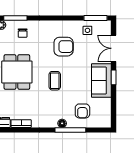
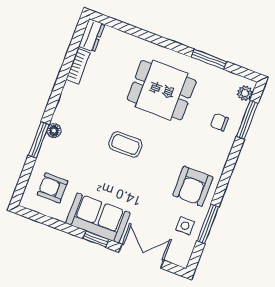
window: (96, 18) -> (208, 224), moved
armchair: (64, 47) -> (193, 186), moved
armchair: (82, 111) -> (53, 188), moved
window: (70, 130) -> (39, 140), width x0.69

